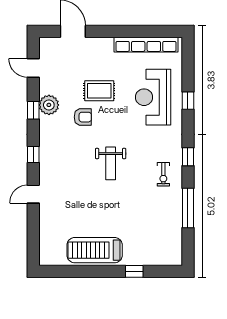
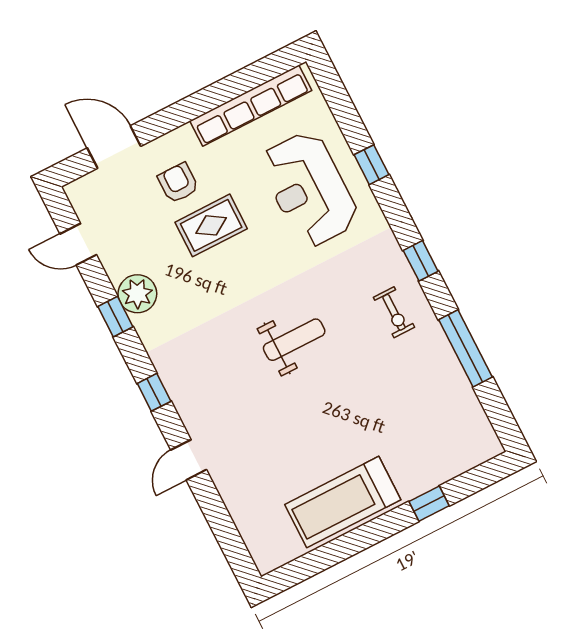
armchair: (83, 117) -> (178, 183), moved, turned -90
weight bench: (111, 163) -> (294, 340), turned -90

